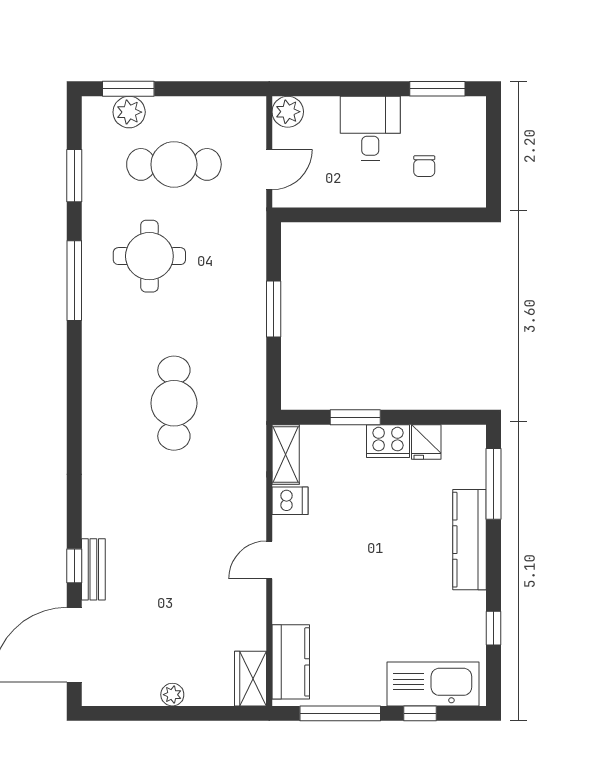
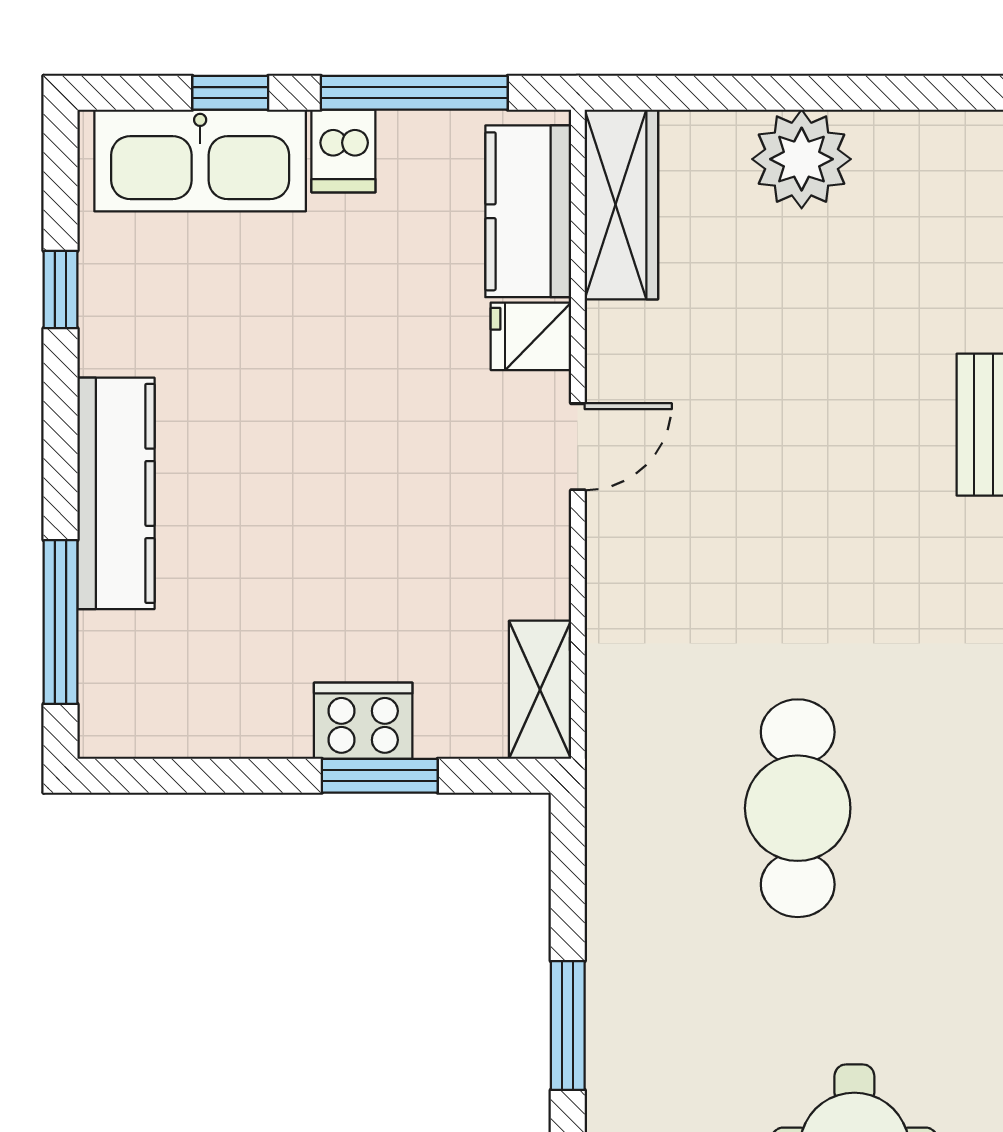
cooker: (388, 441) -> (363, 721), moved
fridge: (426, 442) -> (531, 336), moved, turned -90
dishwasher: (290, 501) -> (343, 151), moved, turned -90
wardrobe: (250, 679) -> (621, 205), width x1.50
plant: (172, 695) -> (802, 159), width x1.88, depth x1.88

